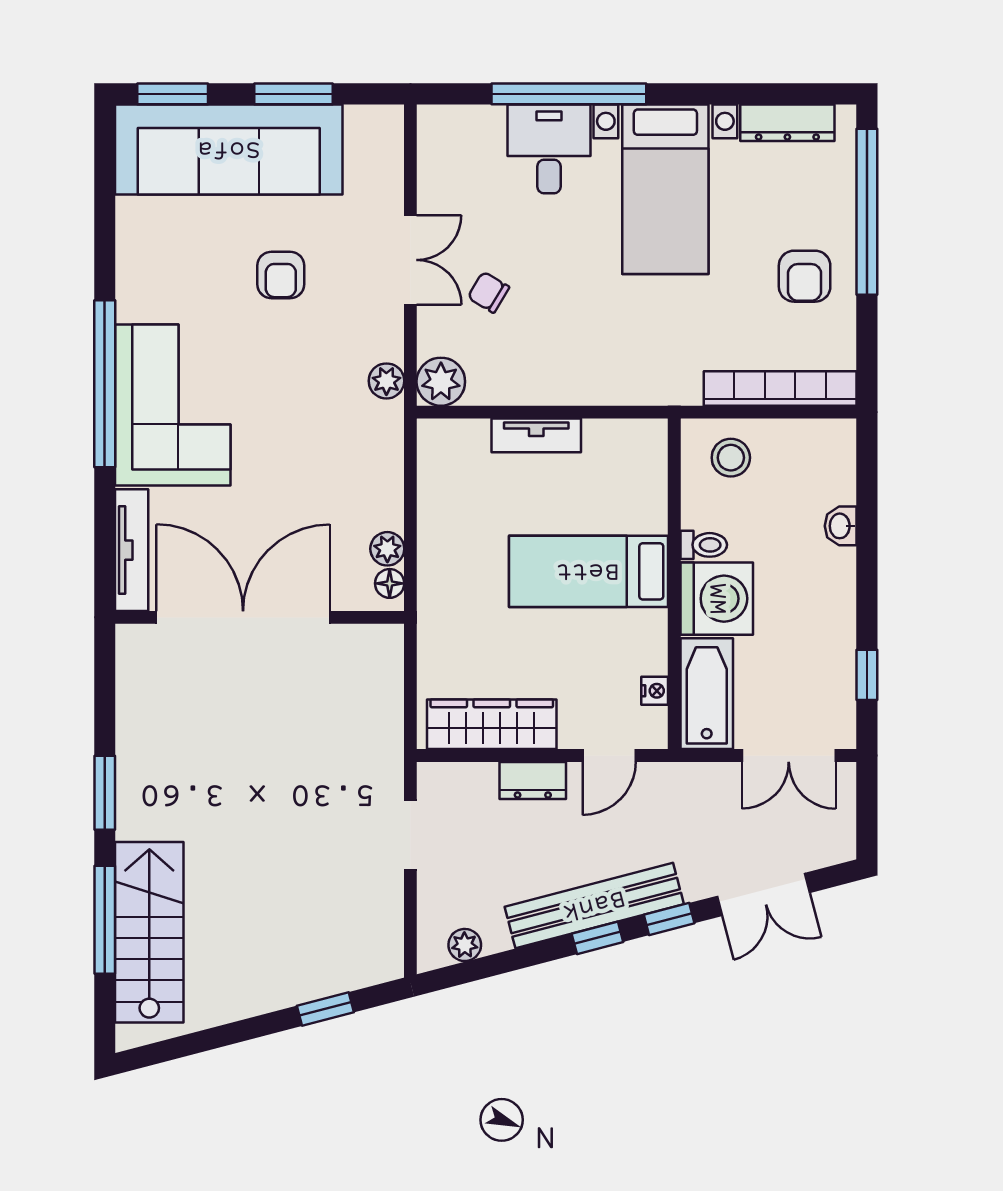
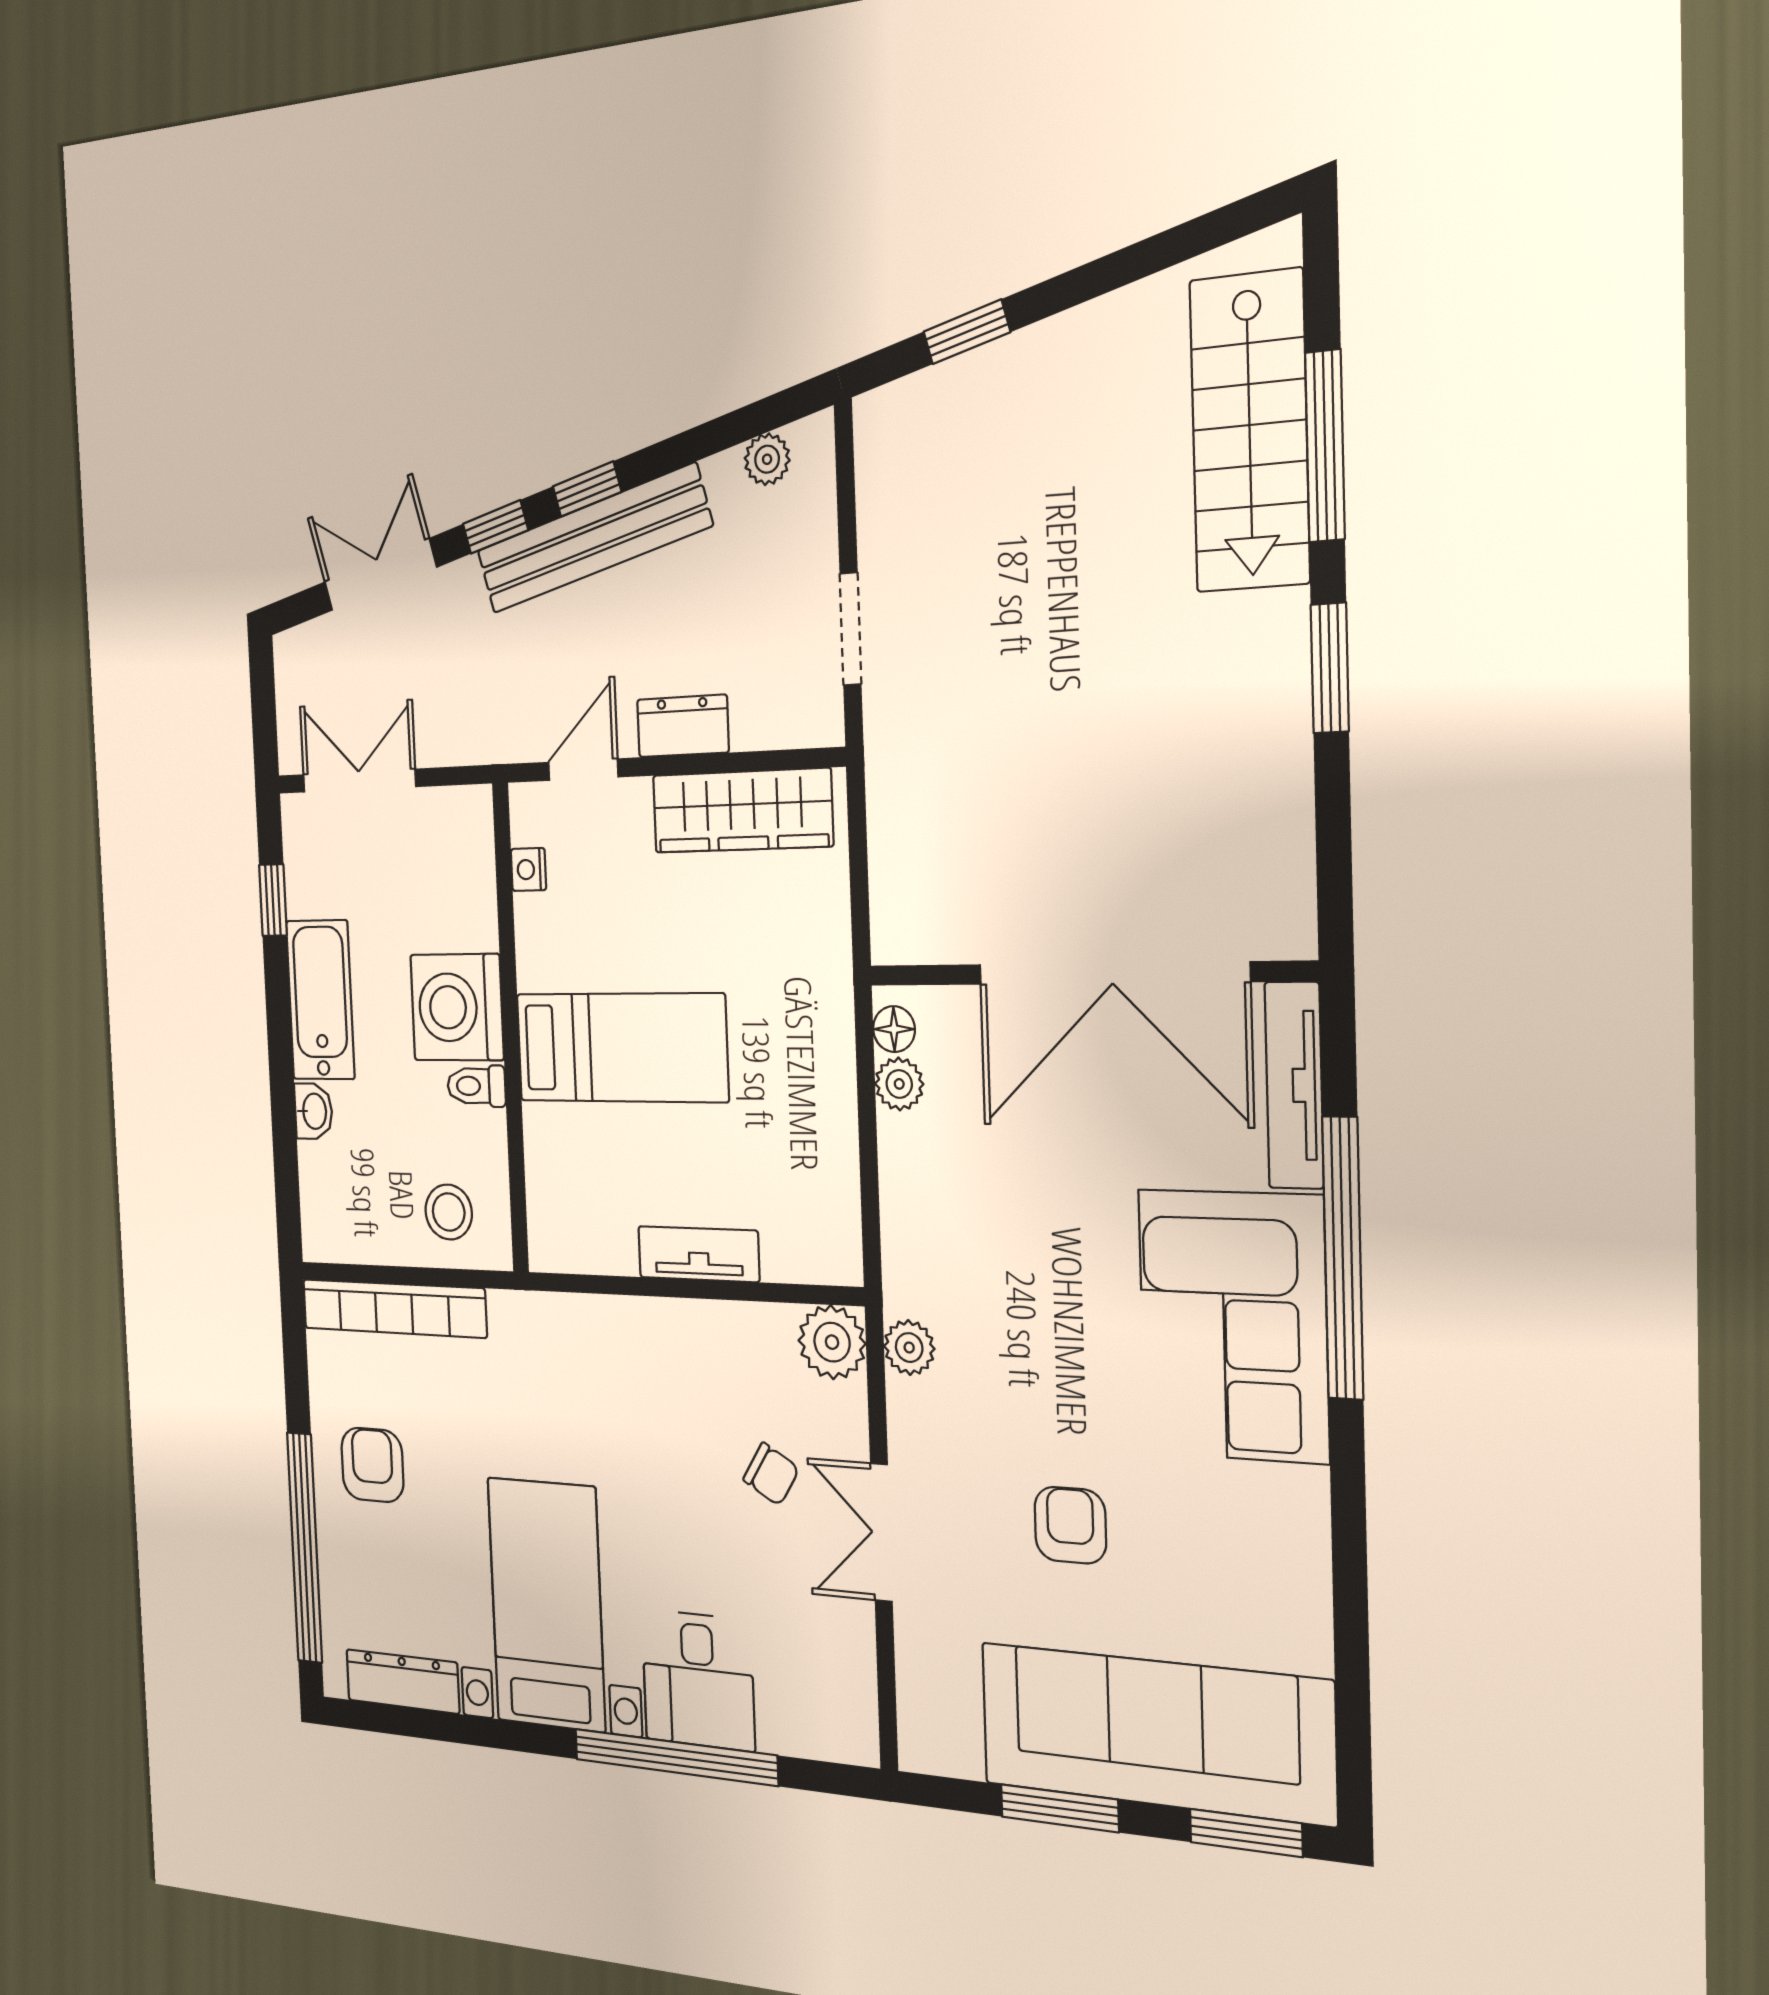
window: (105, 384) -> (1343, 1258), moved
bathtub: (707, 694) -> (320, 1000), moved, turned 180

